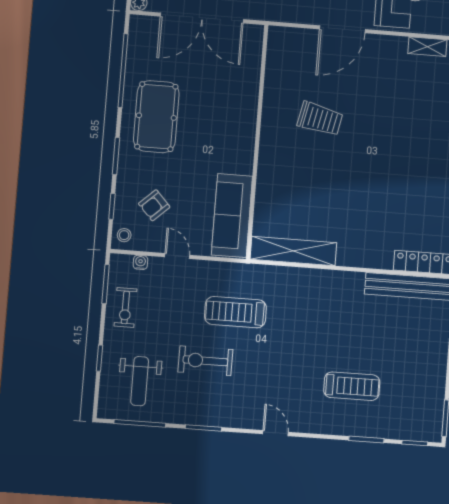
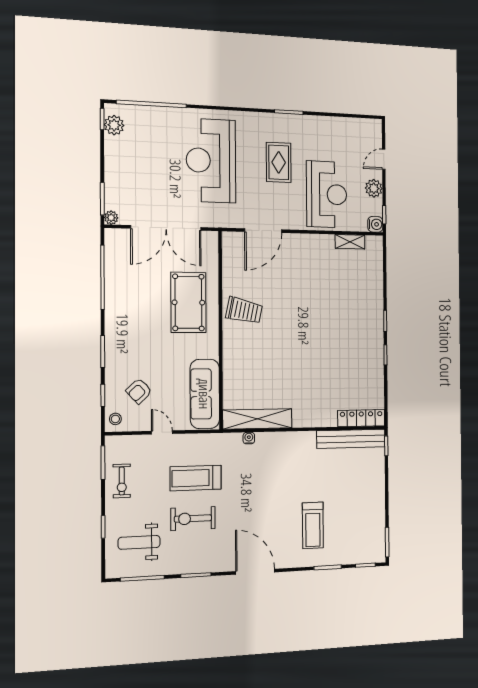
door: (342, 29) -> (263, 231), moved
pool table: (156, 117) -> (188, 302), moved
trolley: (320, 119) -> (244, 311), moved
water cooler: (140, 262) -> (249, 438), moved
treadmill: (235, 312) -> (196, 478), moved
weight bench: (140, 381) -> (139, 542), turned 90
treadmill: (352, 386) -> (313, 525), turned 90
door: (276, 433) -> (255, 572), width x1.88

